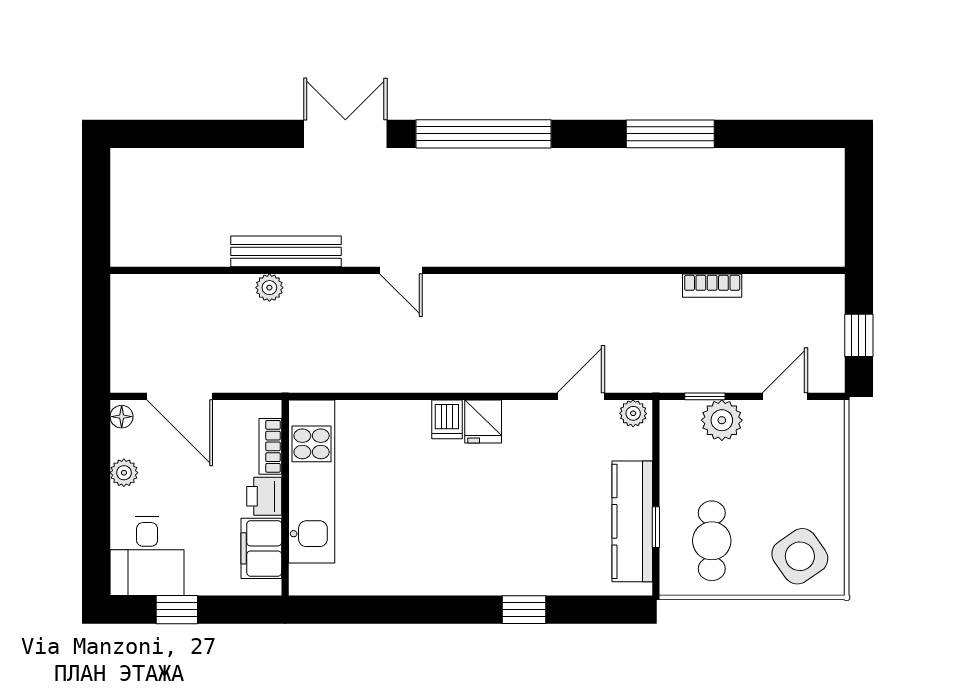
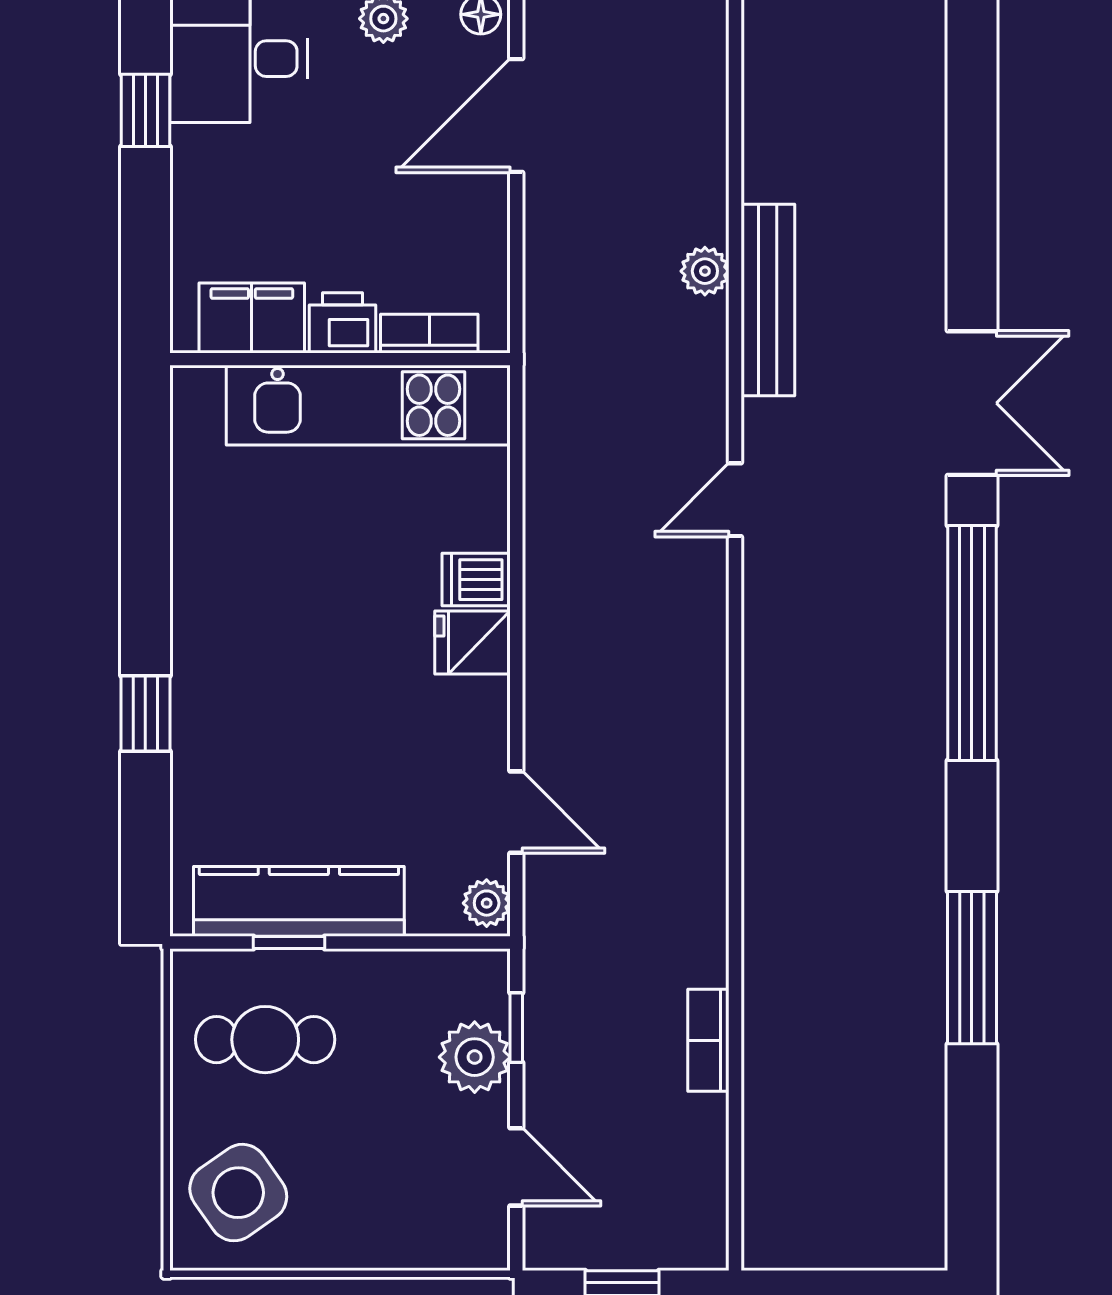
bookcase: (270, 446) -> (429, 334), moved
kitchen unit: (312, 481) -> (368, 405), moved
printer: (264, 496) -> (343, 323), moved
wall: (285, 498) -> (340, 359), moved
filing cabinet: (261, 548) -> (252, 318), moved

